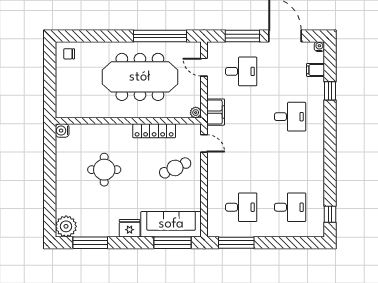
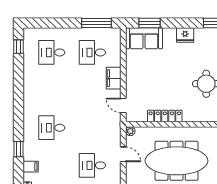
door: (204, 67) -> (123, 154), moved
filing cabinet: (216, 112) -> (114, 78), moved
cafe table: (175, 168) -> (147, 85), removed
sofa: (171, 224) -> (144, 38), width x0.73
window: (172, 243) -> (149, 23), width x0.69

